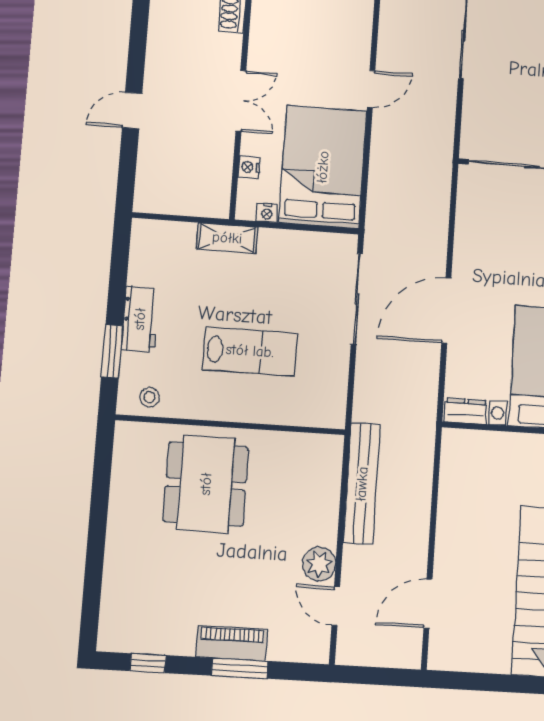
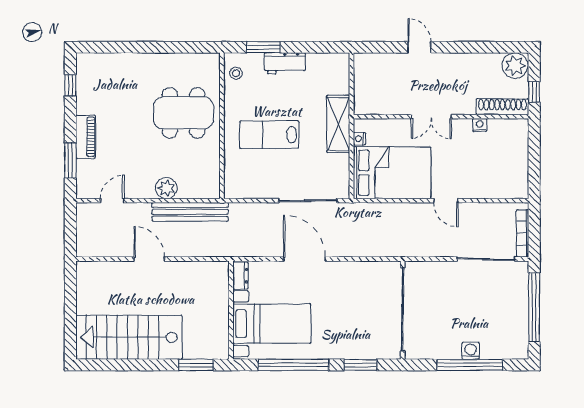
nightstand: (249, 167) -> (480, 125), moved
shelving: (227, 238) -> (338, 124), width x1.50, depth x1.33
lab bench: (250, 351) -> (269, 135), turned 90
plant: (319, 564) -> (166, 188), moved
door: (428, 603) -> (149, 259), moved
window: (240, 668) -> (70, 160), moved

